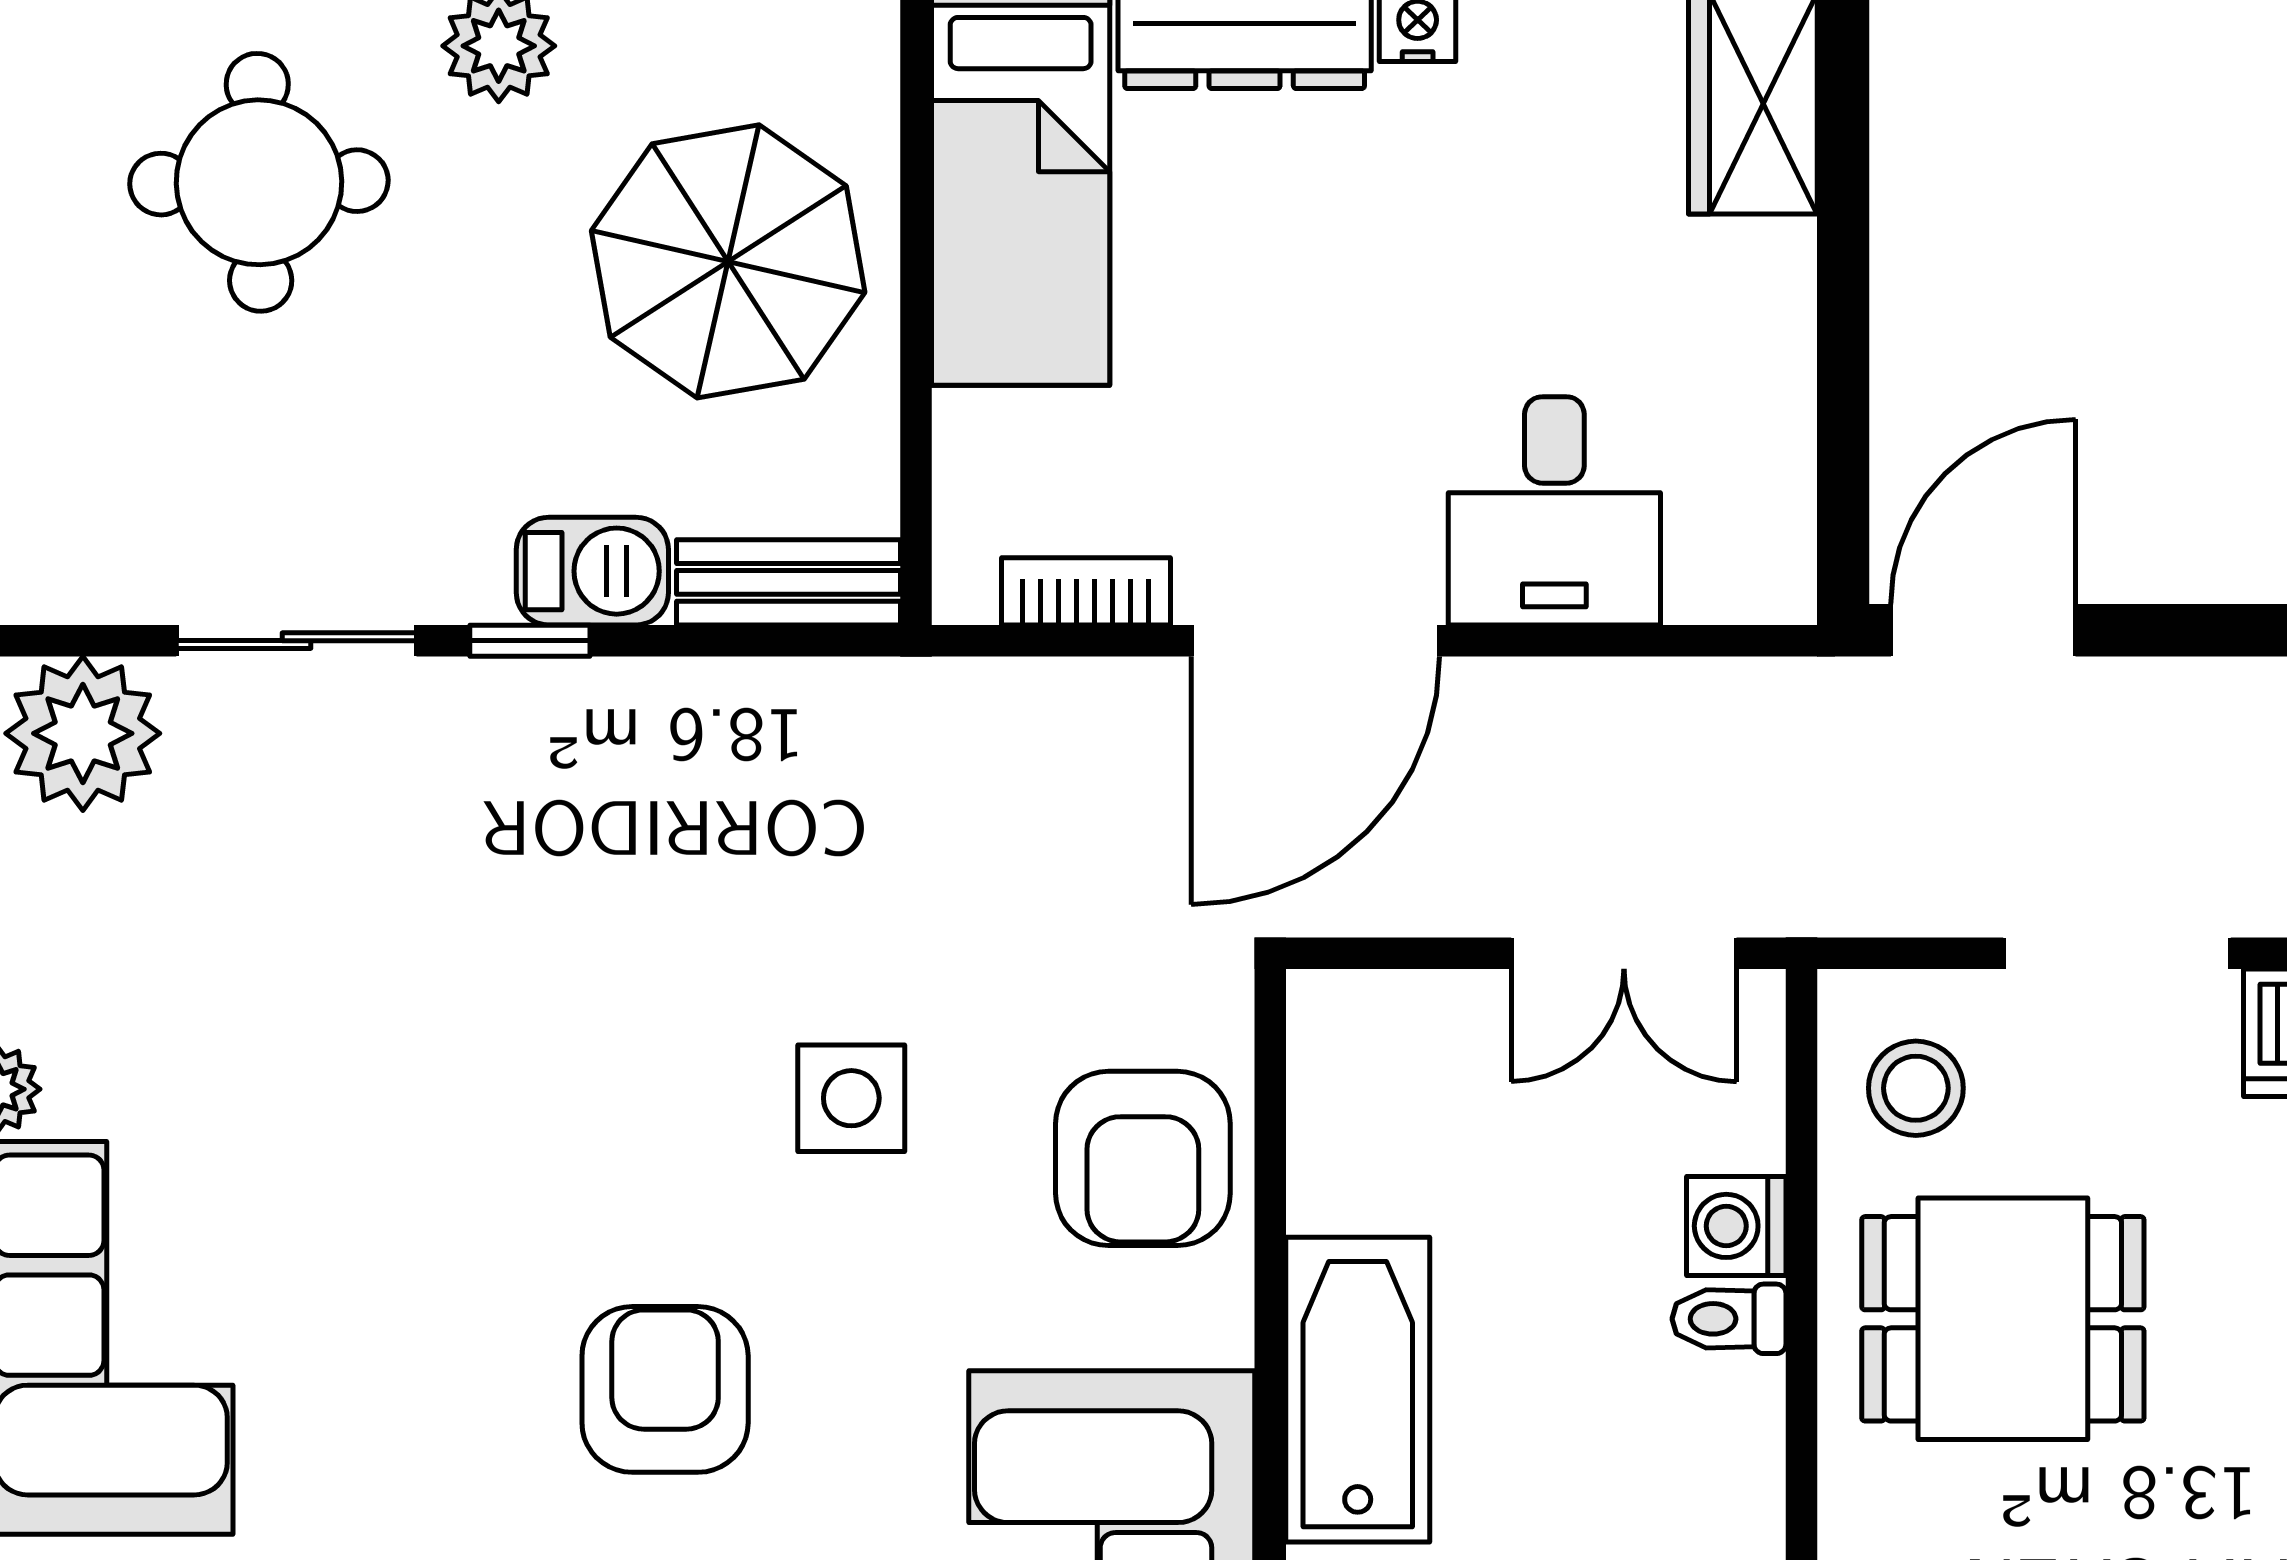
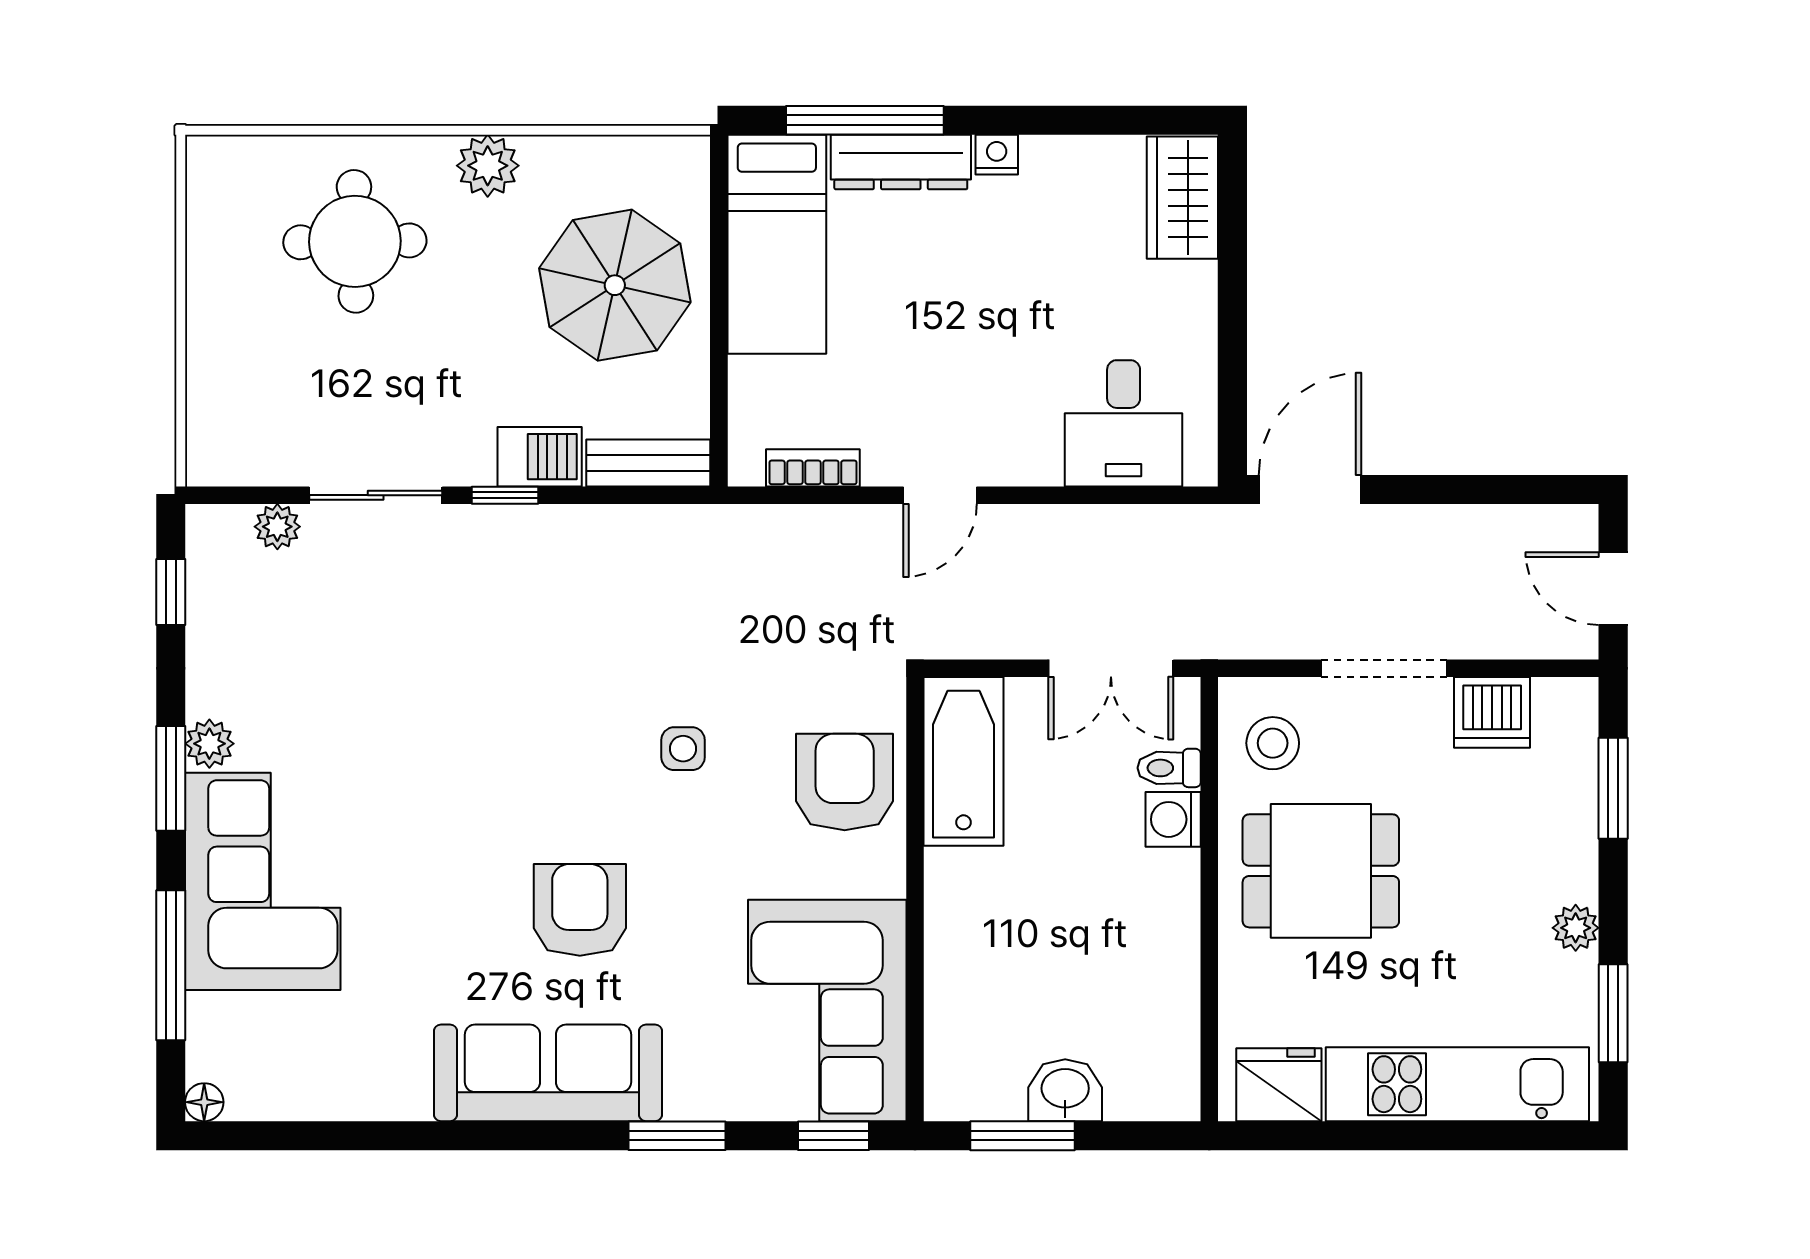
desk: (1554, 511) -> (1124, 423), moved
door: (1315, 641) -> (940, 495), width x0.53
plant: (83, 733) -> (277, 527), width x0.53, depth x0.53
side table: (851, 1098) -> (683, 749), width x0.73, depth x0.73
armchair: (1143, 1158) -> (845, 782), turned 180
toilet: (1729, 1319) -> (1169, 768), moved
bathtub: (1358, 1390) -> (964, 761), moved

